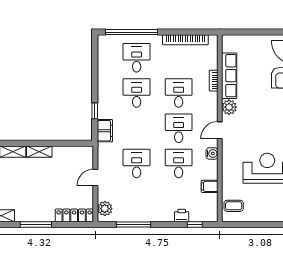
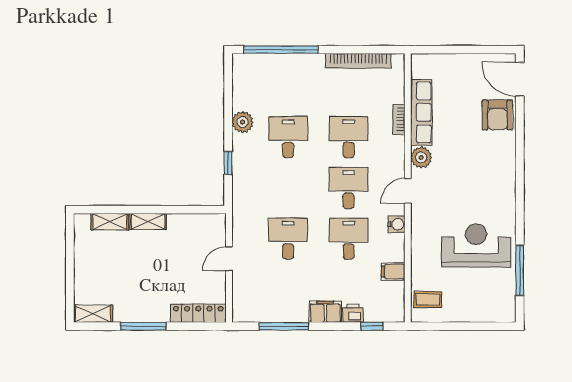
desk: (137, 58) -> (288, 86), removed
filing cabinet: (105, 131) -> (325, 312), moved, turned -90
plant: (105, 209) -> (242, 122), moved

